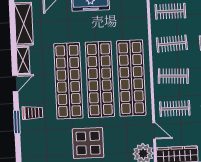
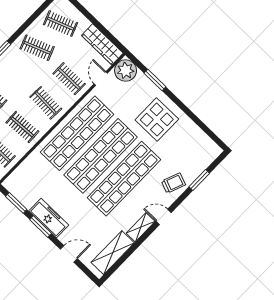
trolley: (32, 113) -> (174, 183), turned 111
window: (17, 122) -> (199, 180), moved

